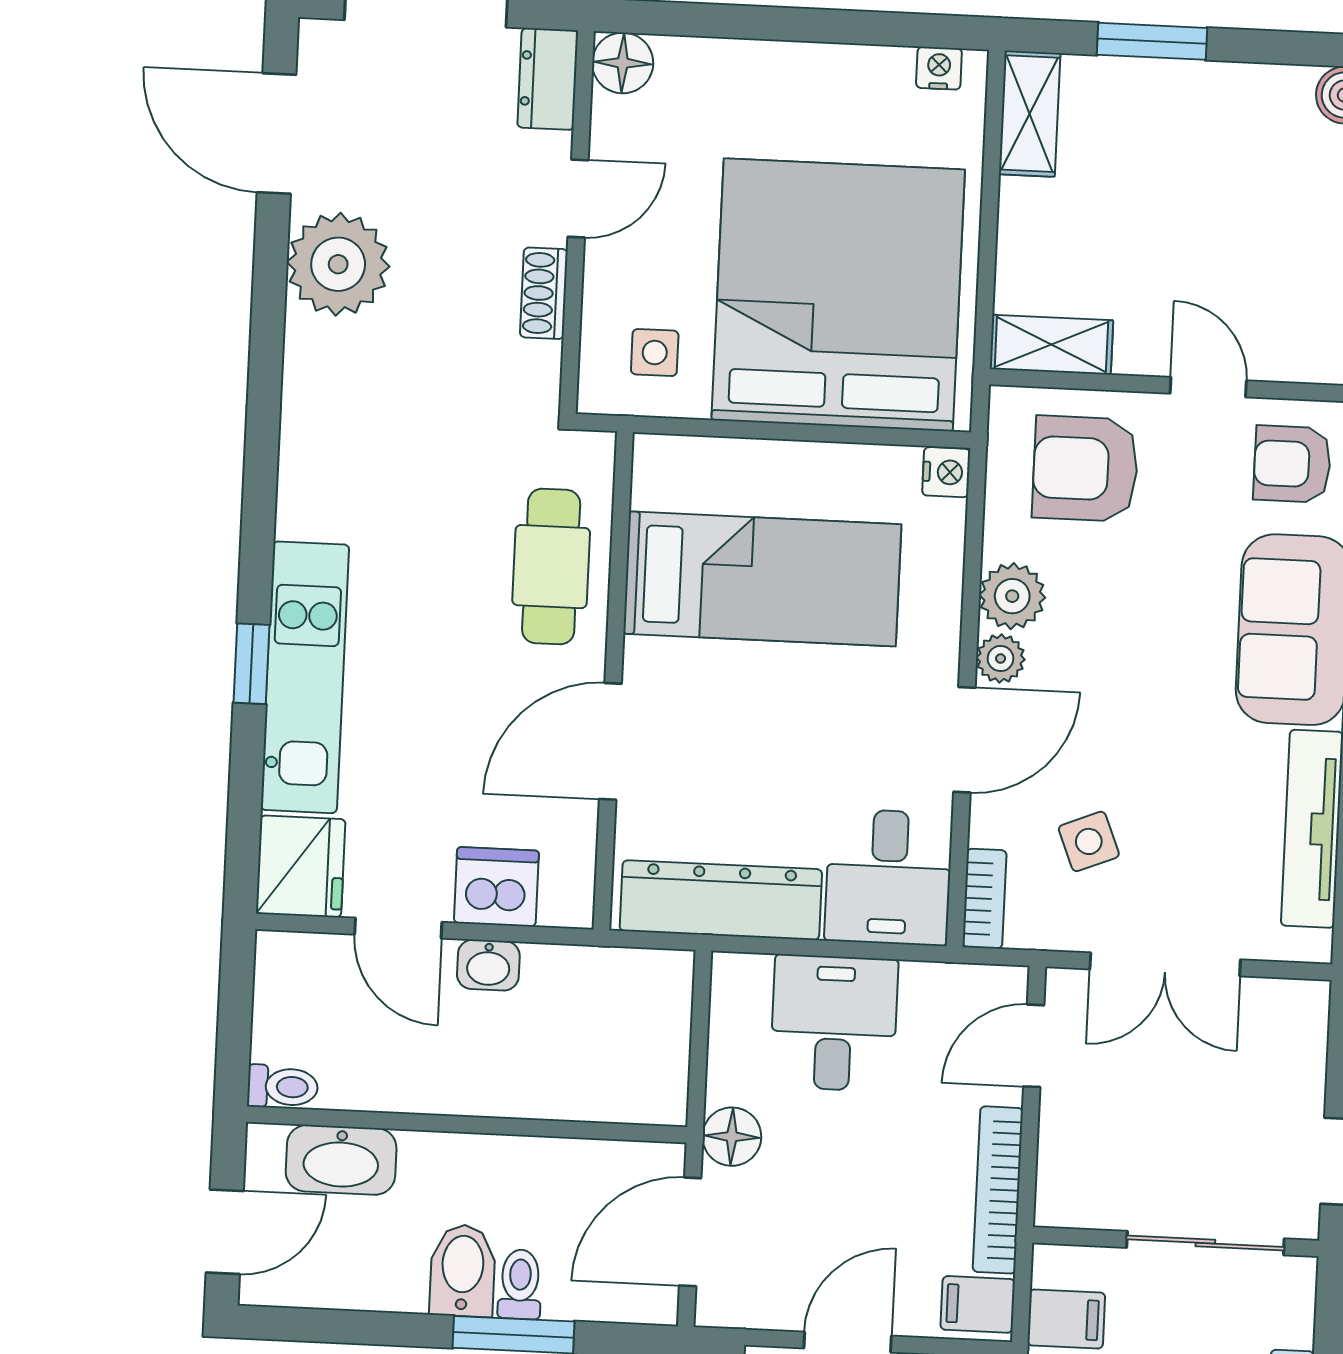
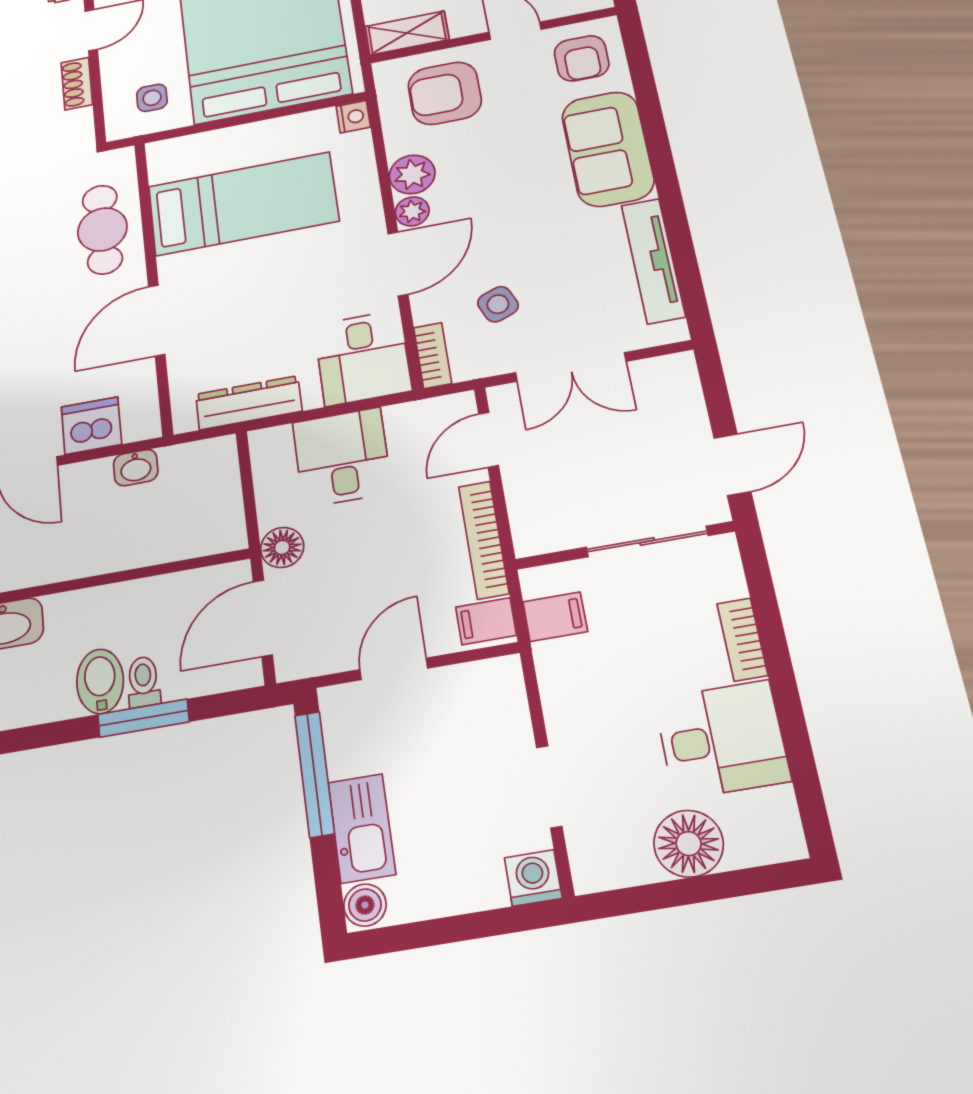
armchair: (1292, 464) -> (582, 58), turned -90
dresser: (721, 900) -> (249, 403), width x0.73, depth x0.80
washbasin: (488, 965) -> (136, 468), moved

